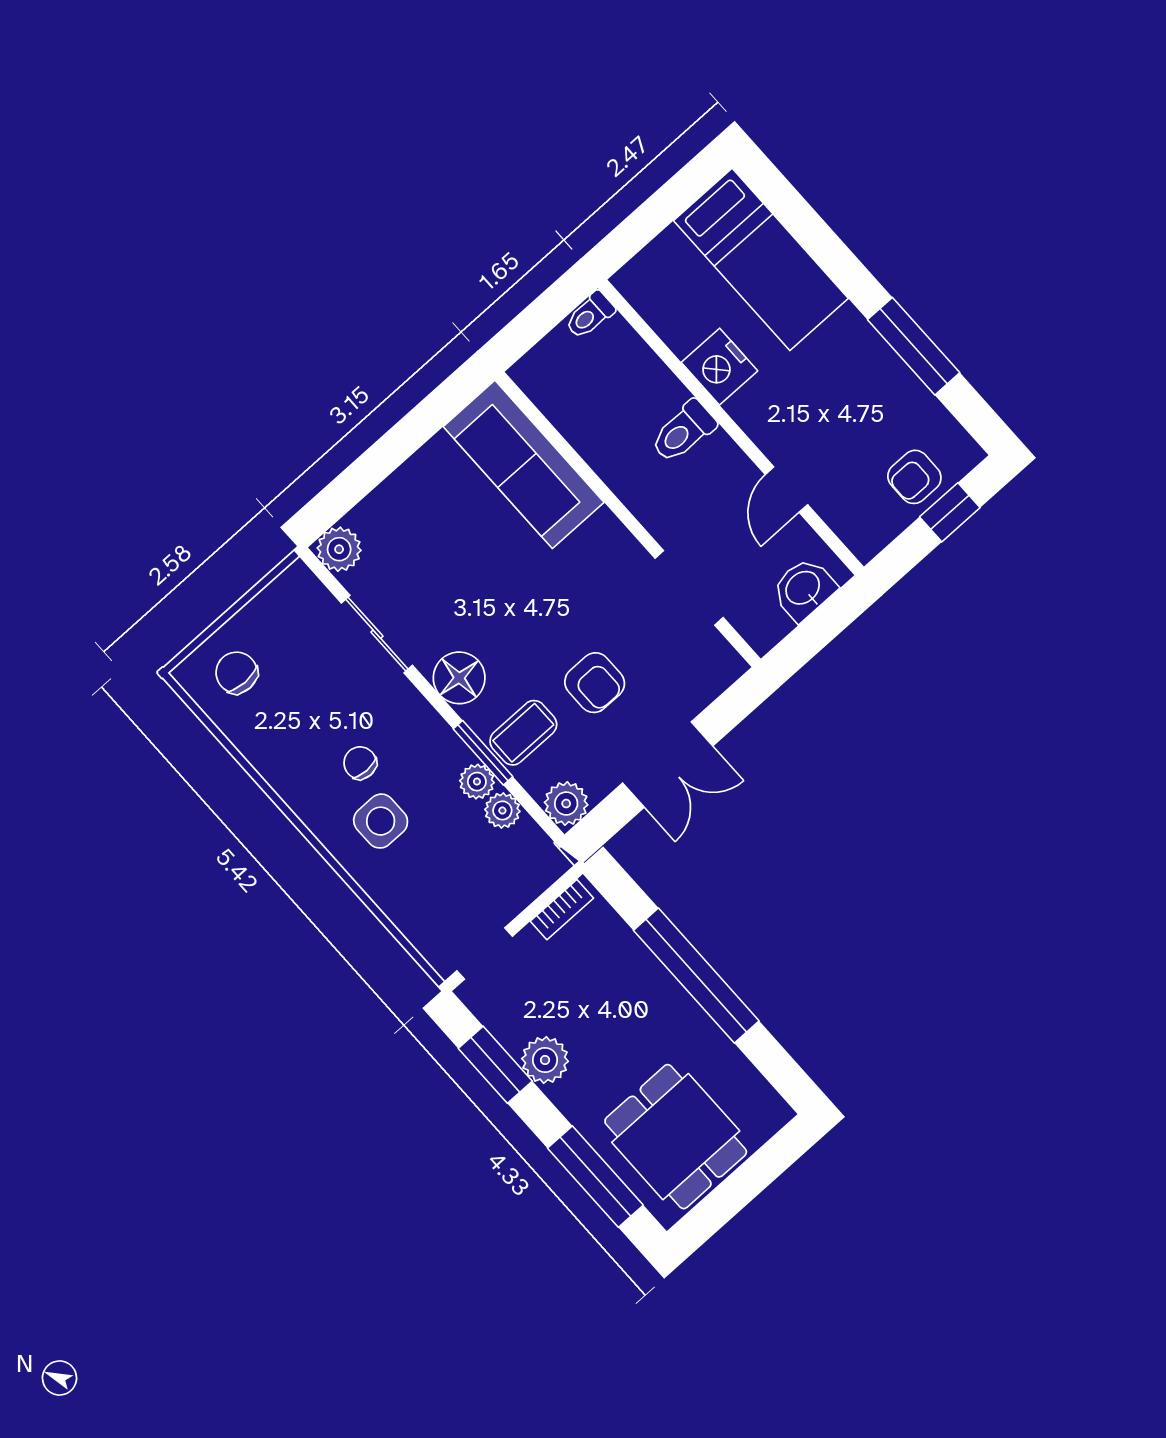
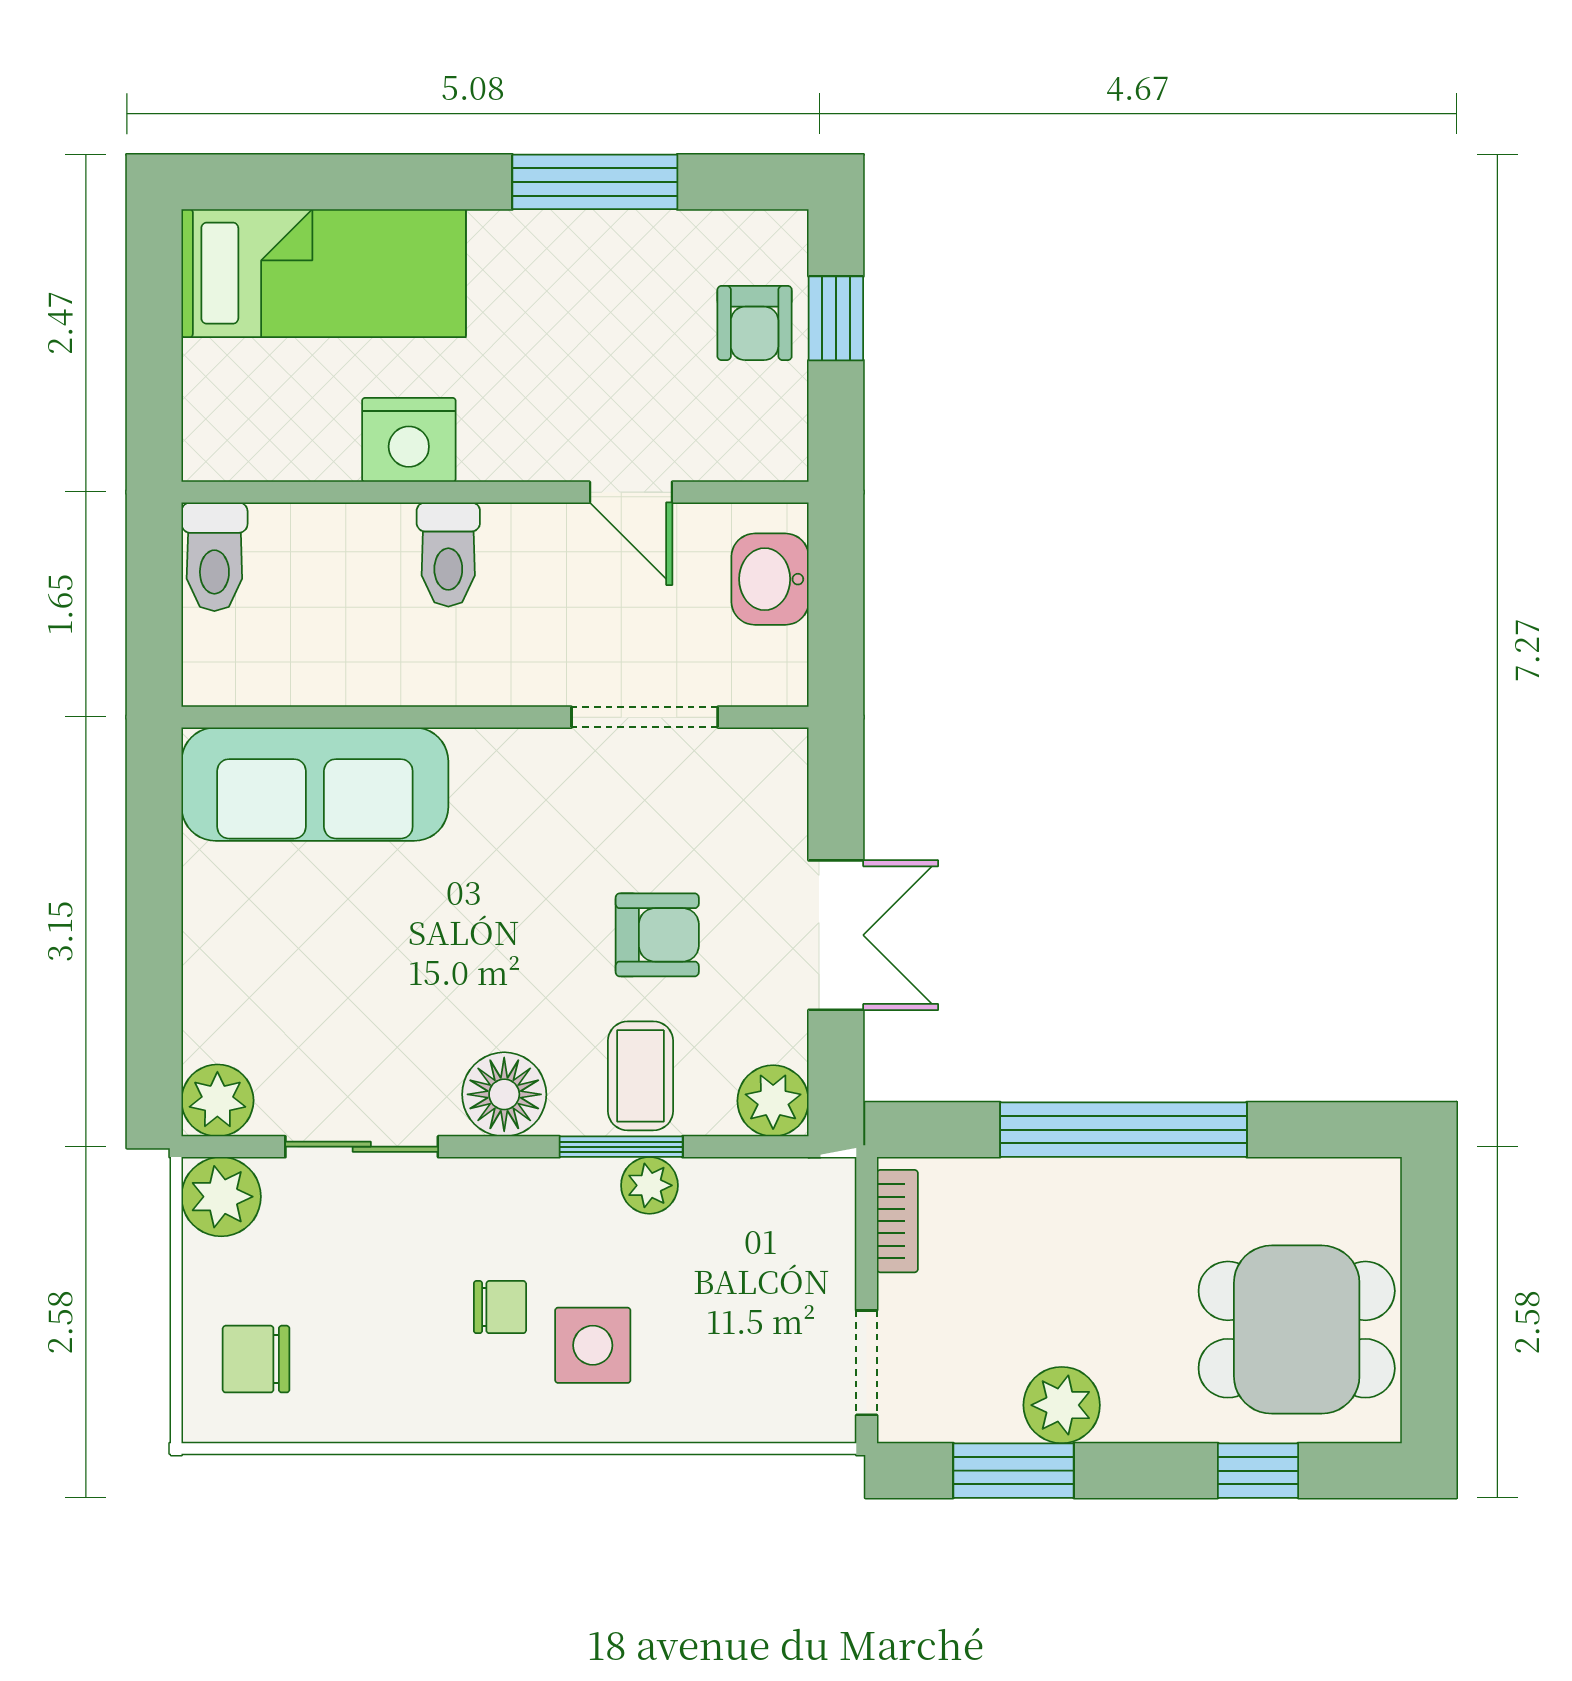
toilet: (590, 315) -> (214, 557), width x1.37, depth x1.39
chair: (360, 763) -> (500, 1307), turned 180
plant: (502, 810) -> (221, 1197), moved, width x1.38, depth x1.38
window: (595, 1177) -> (1258, 1471), width x0.46

